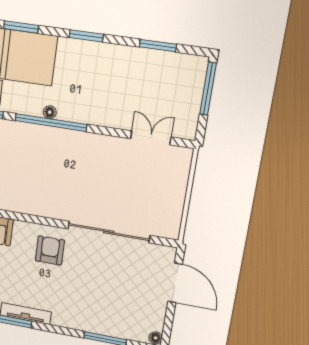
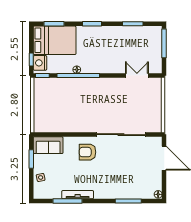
armchair: (50, 250) -> (87, 152), turned -90

